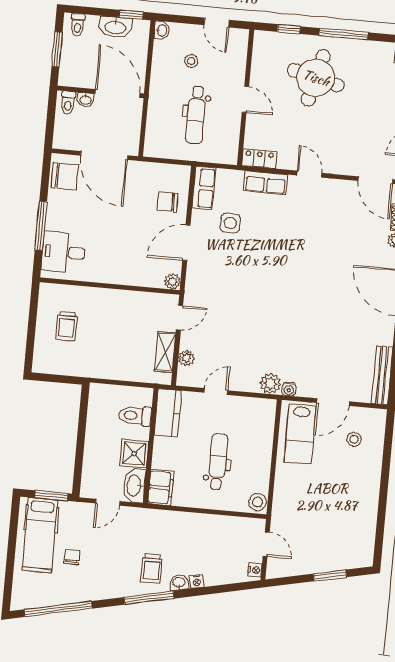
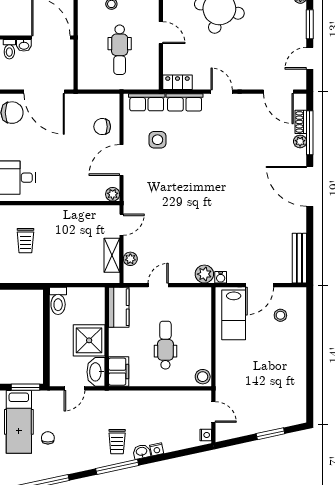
row of seats: (204, 188) -> (147, 102), moved, turned 90
toilet: (135, 416) -> (58, 301), moved, turned -90
shower: (134, 453) -> (89, 340), width x1.36, depth x1.36

